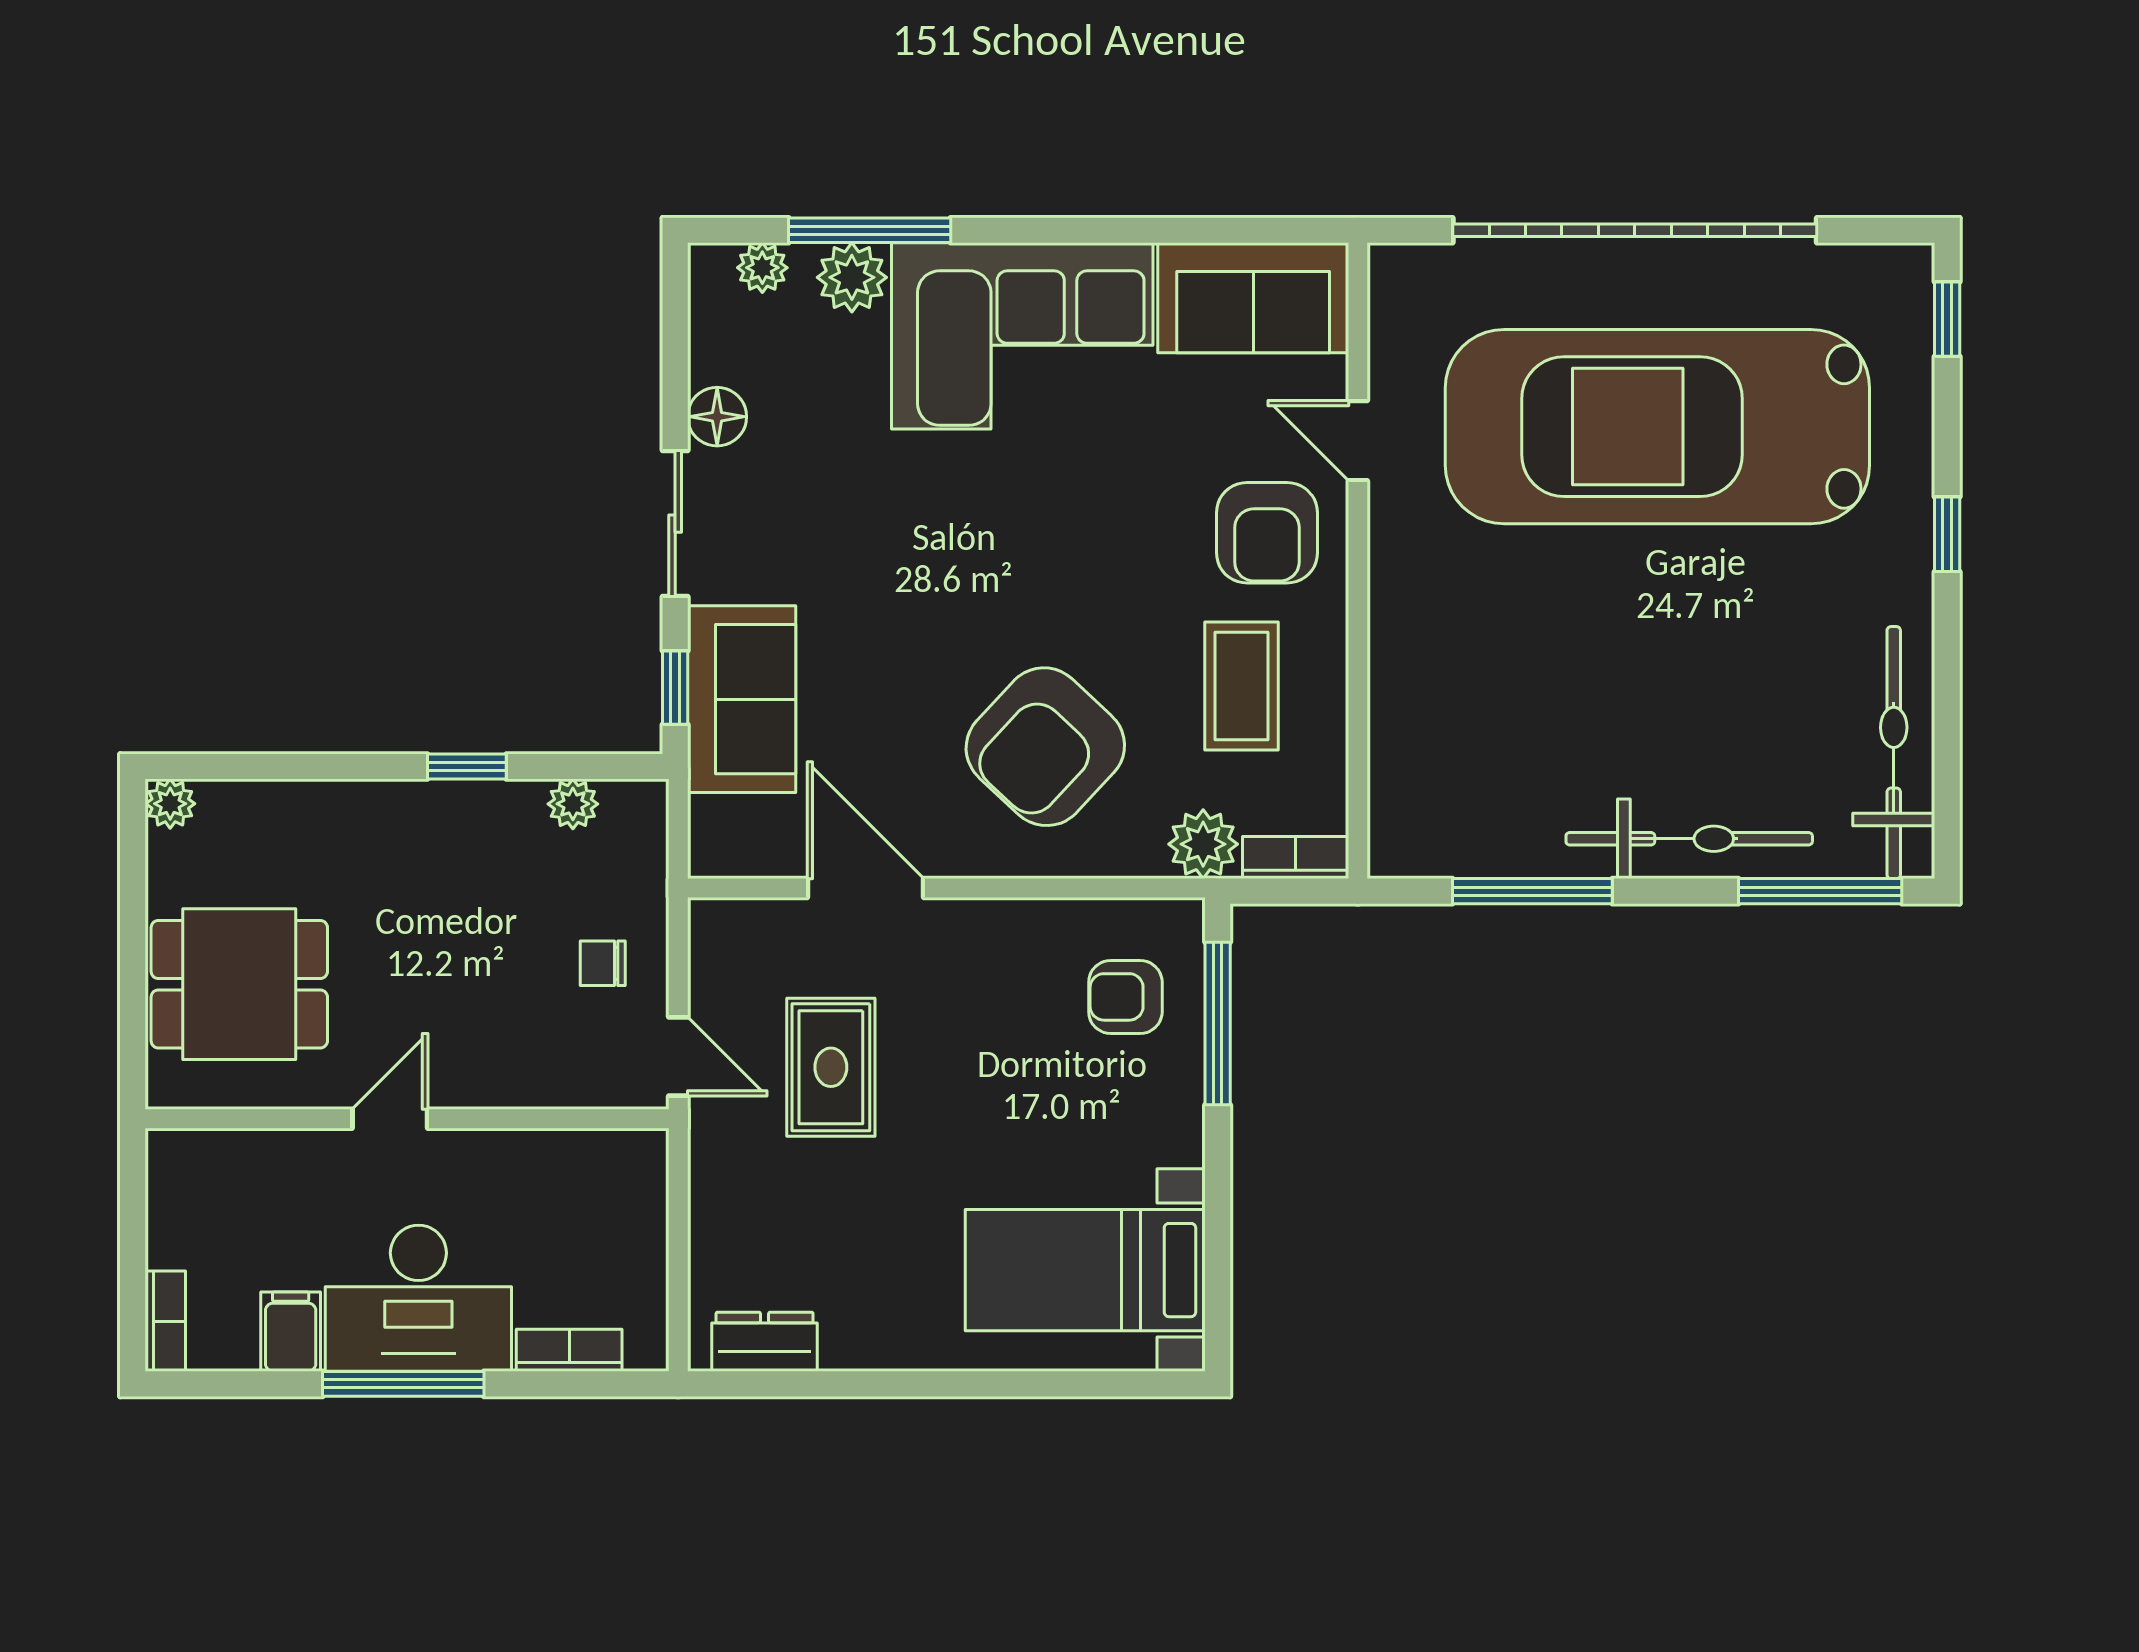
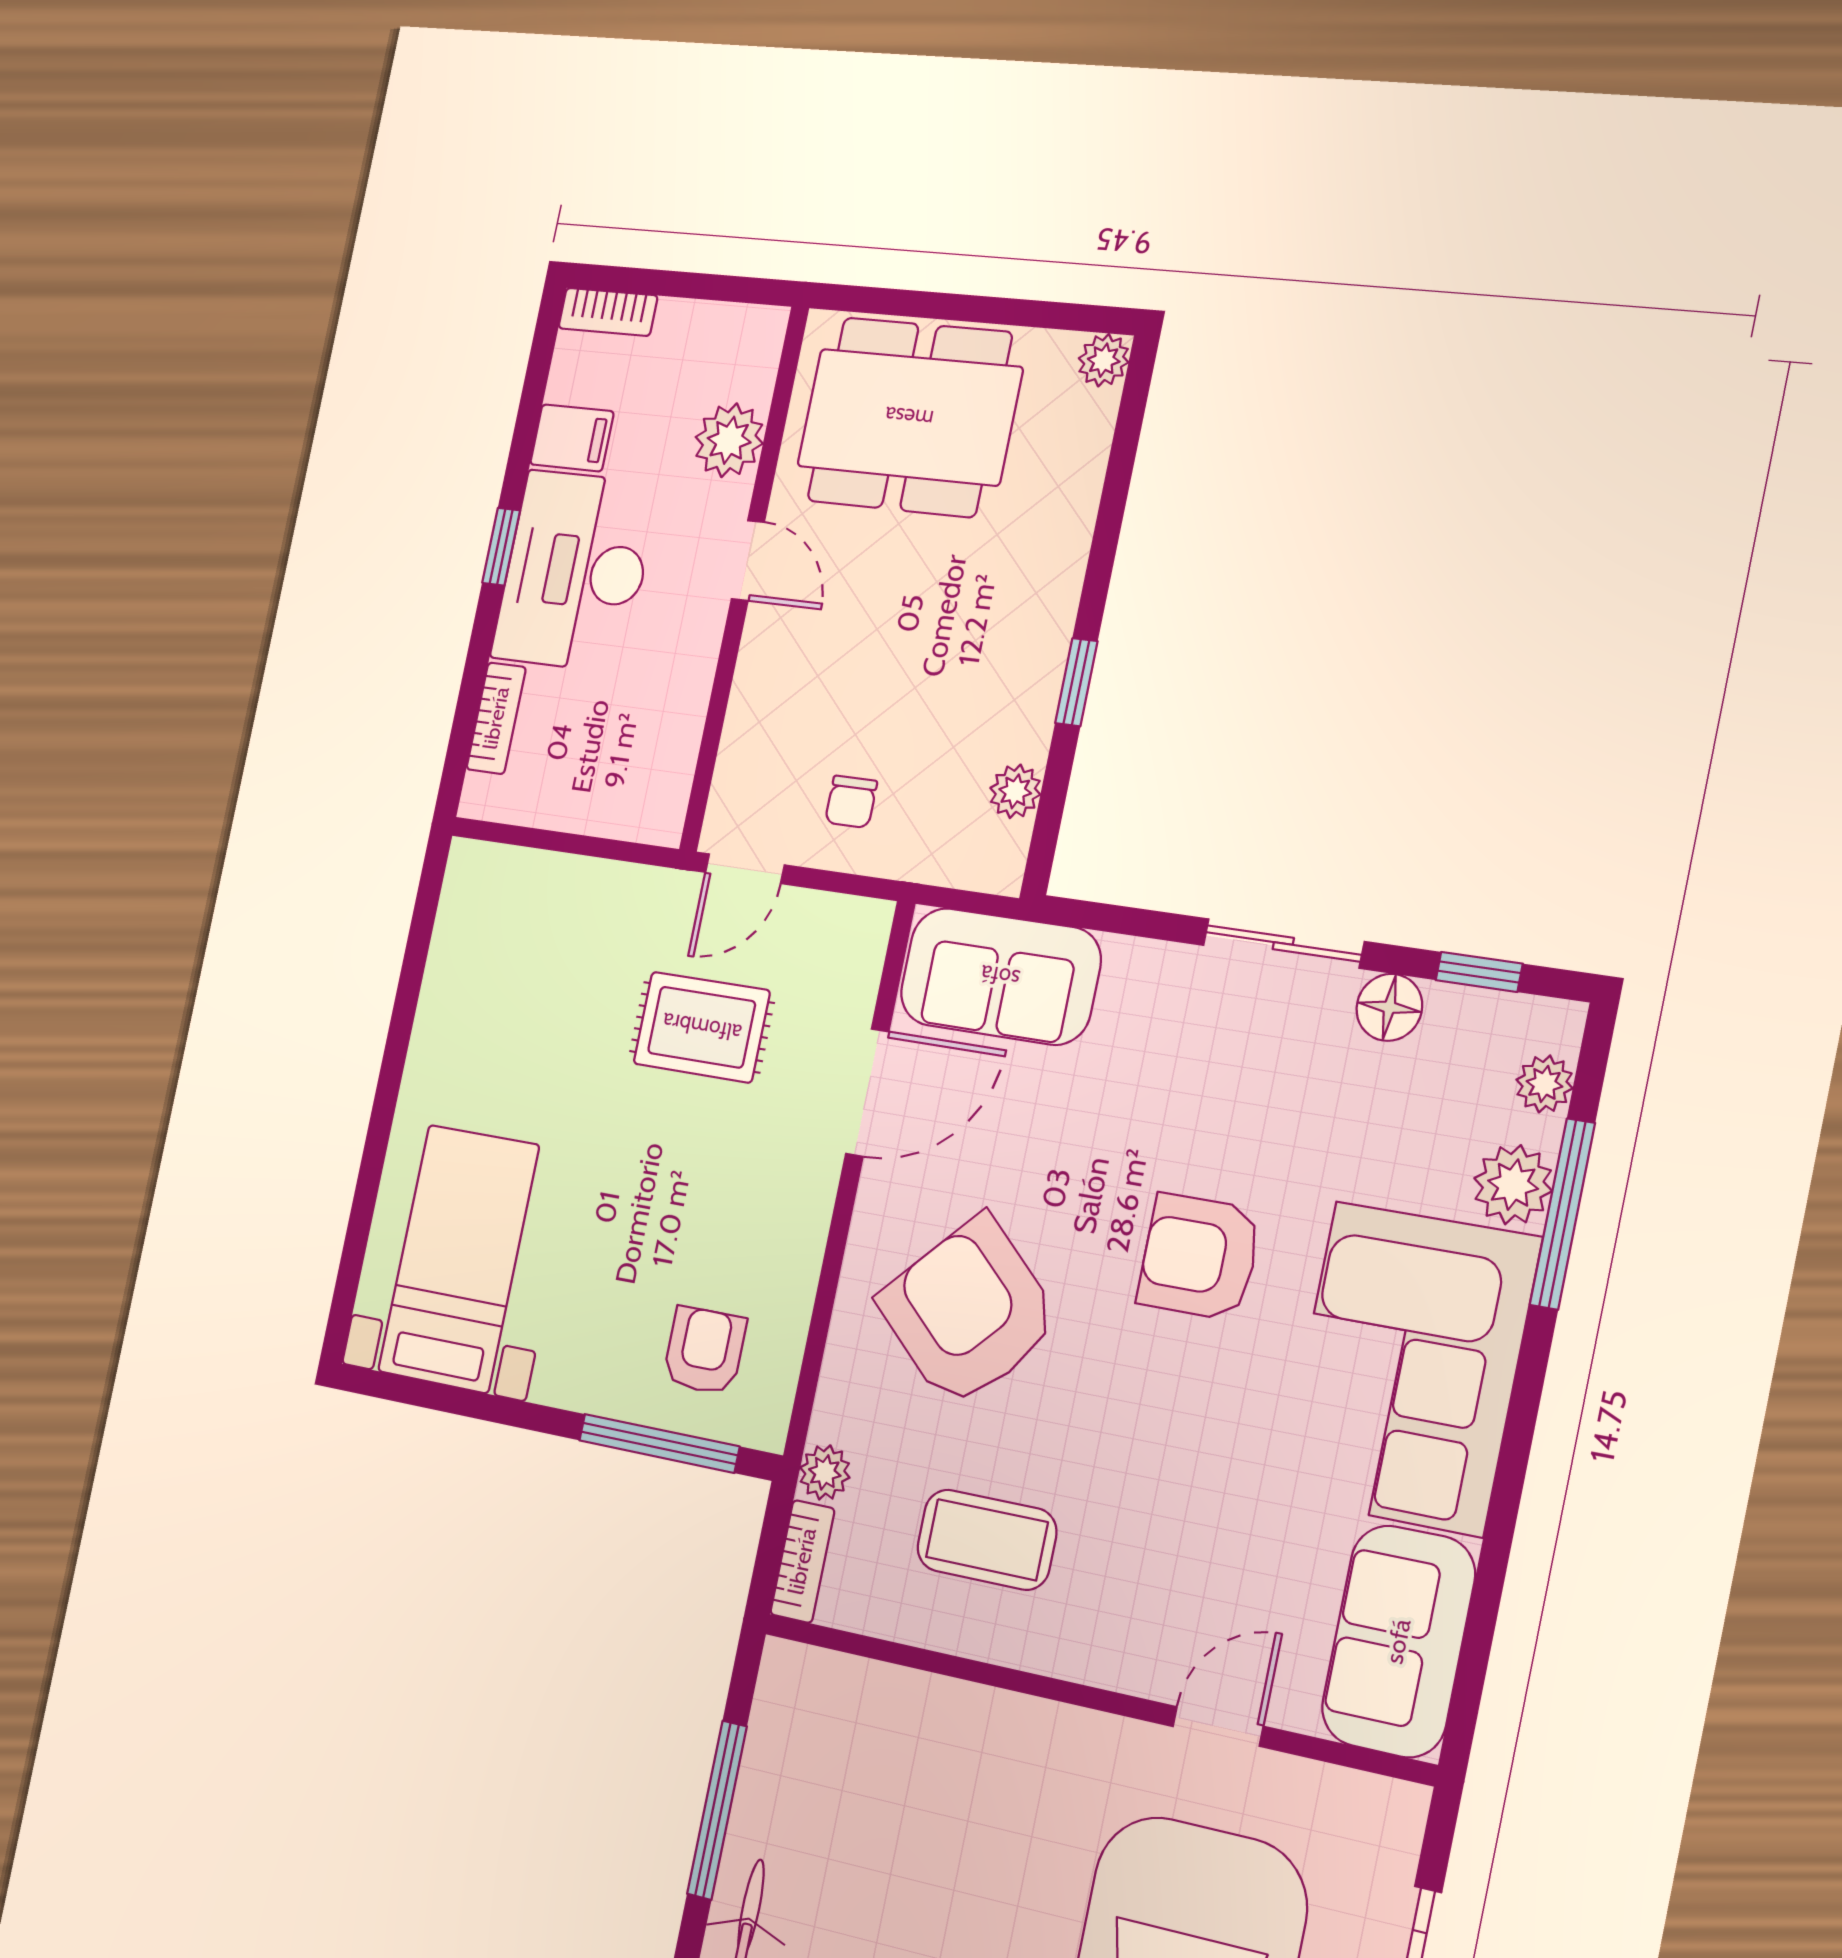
armchair: (1267, 533) -> (1199, 1257), moved
window: (675, 688) -> (1479, 972), moved
sofa: (742, 699) -> (1000, 976), moved
plant: (1203, 844) -> (825, 1472), width x0.73, depth x0.73
chair: (603, 963) -> (851, 802), turned 180
dining table: (239, 984) -> (909, 417), width x1.37
plant: (278, 1164) -> (729, 440), added
dresser: (765, 1342) -> (462, 918), removed
window: (403, 1384) -> (501, 547), width x0.46

